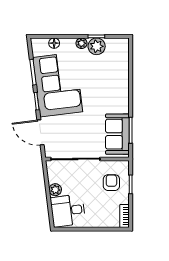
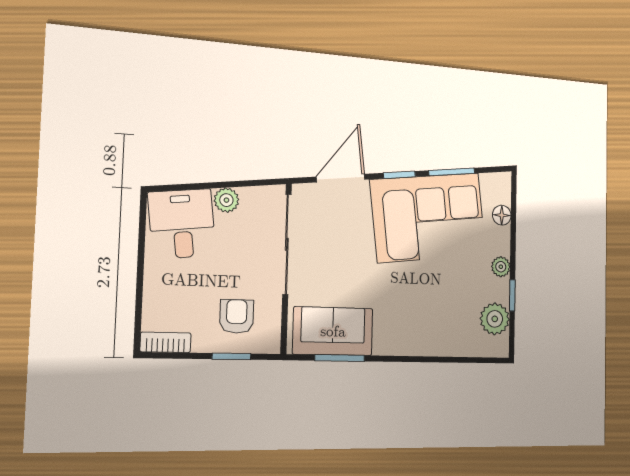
plant: (97, 46) -> (495, 319), moved
armchair: (111, 183) -> (237, 316), turned -90

